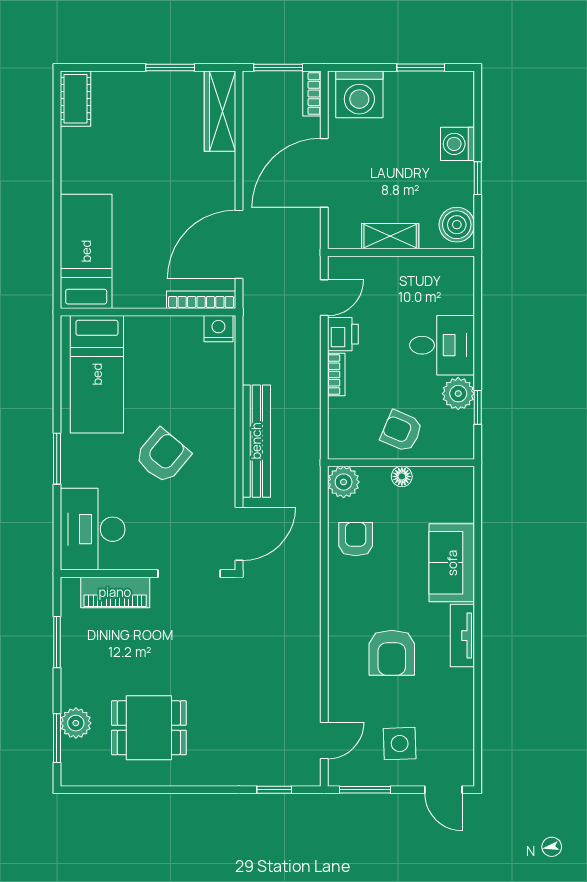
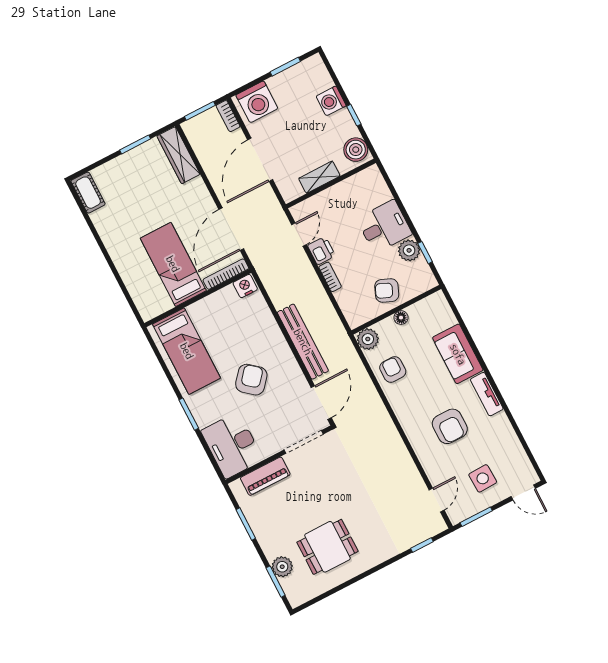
bed: (86, 251) -> (173, 264), moved

